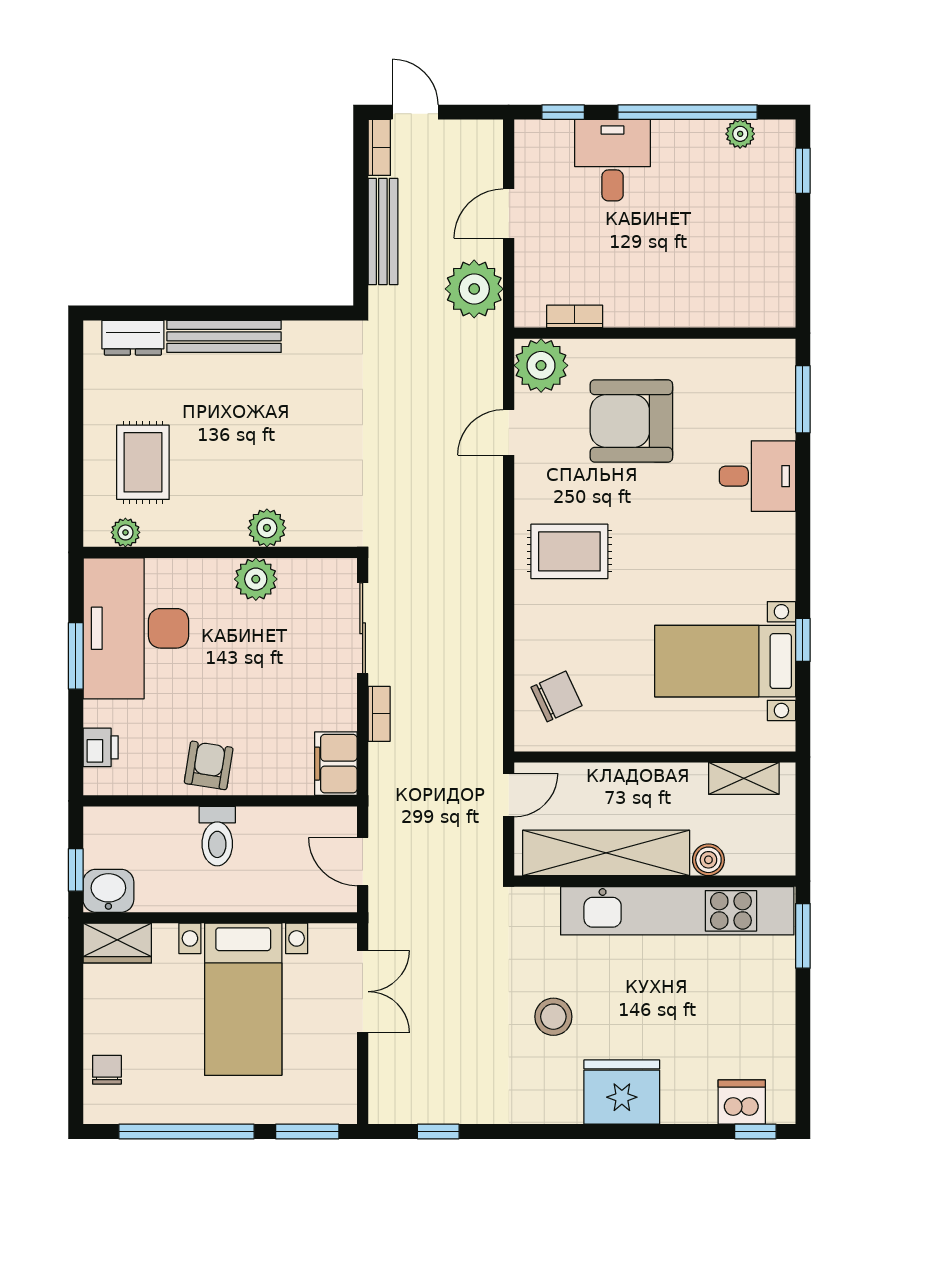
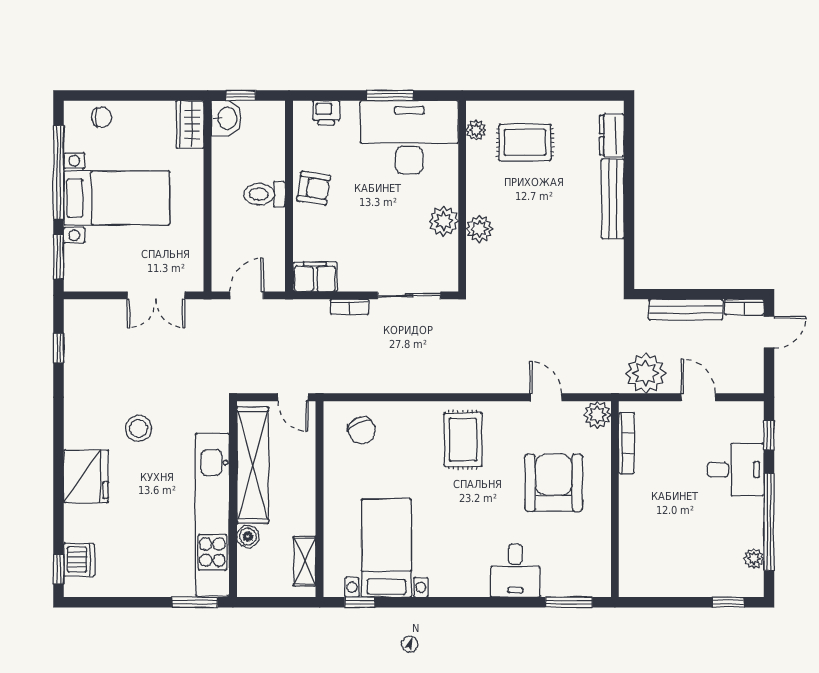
bookcase: (575, 316) -> (627, 443), width x1.56
plant: (541, 365) -> (597, 415), width x0.73, depth x0.73
window: (803, 640) -> (360, 602), moved
bed with nightstands: (243, 999) -> (117, 198), moved, turned 180

